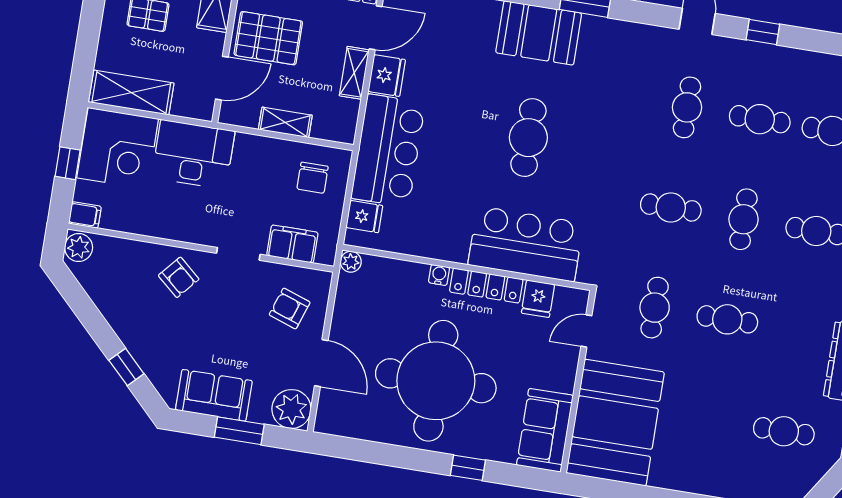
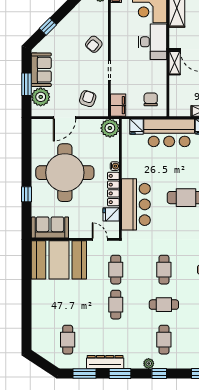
shelving: (285, 122) -> (175, 63), moved
chair: (313, 178) -> (151, 99), turned 90
filing cabinet: (292, 244) -> (118, 105), moved
plant: (351, 262) -> (110, 128), width x1.88, depth x1.88
cafe table: (655, 308) -> (116, 270), turned 90
plant: (291, 409) -> (41, 97), moved

